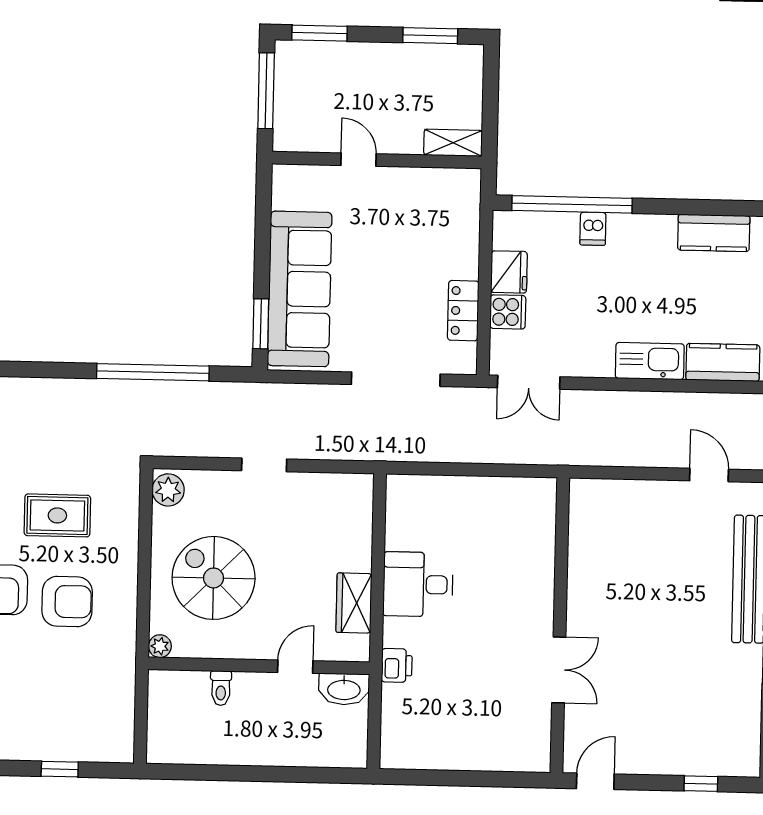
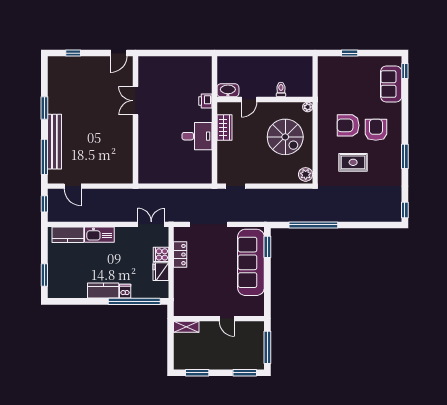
kitchen counter: (714, 233) -> (103, 291), moved
doorway: (264, 465) -> (236, 186), moved

